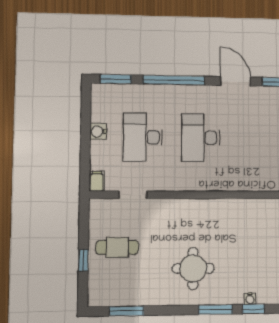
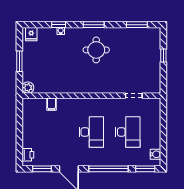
water cooler: (98, 131) -> (156, 154), moved
filing cabinet: (97, 181) -> (51, 104), moved
cafe table: (117, 247) -> (143, 63), removed
window: (215, 310) -> (94, 25), moved

